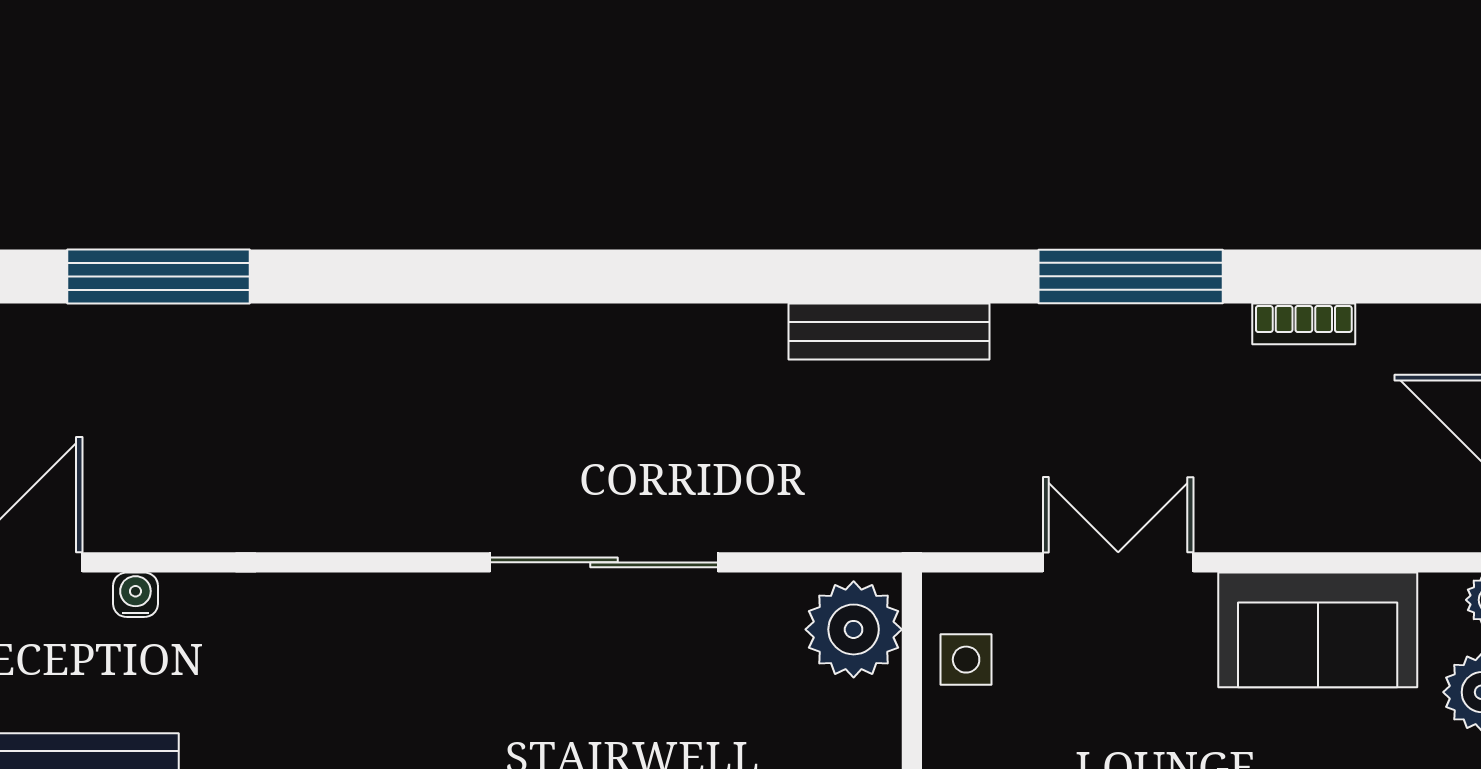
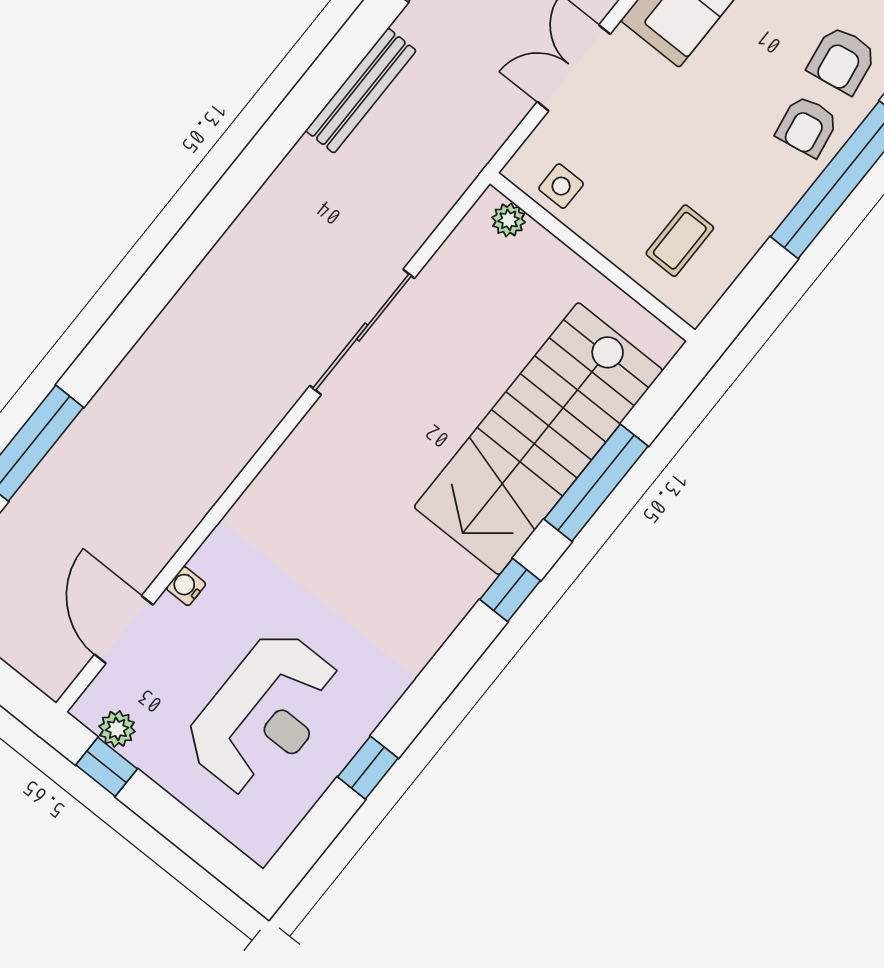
plant: (854, 629) -> (509, 220), width x0.53, depth x0.53

